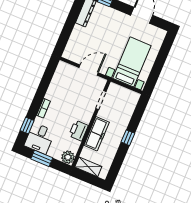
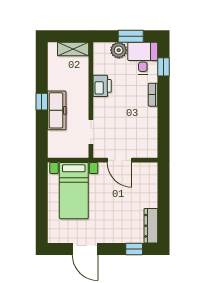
door: (89, 70) -> (120, 160), hinge flipped
freezer: (97, 134) -> (57, 110), moved, turned 180
plant: (68, 157) -> (119, 50), moved

